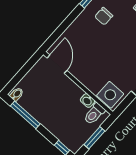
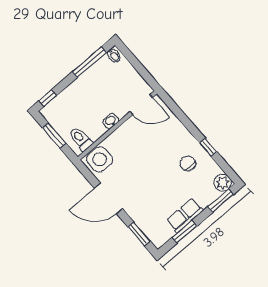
washbasin: (87, 101) -> (111, 121), moved

